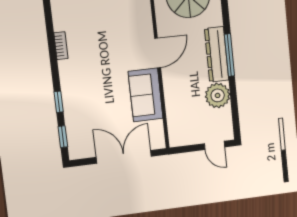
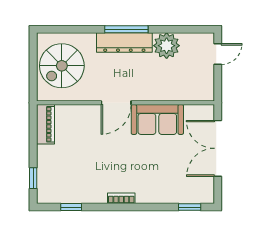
bookcase: (61, 46) -> (121, 198), moved
door: (158, 53) -> (116, 103), swing flipped
window: (59, 102) -> (71, 207), moved

